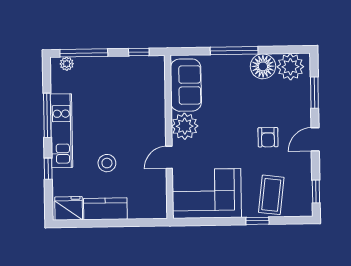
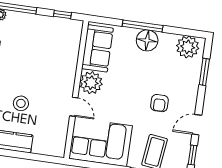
floor lamp: (263, 66) -> (147, 40), moved
door: (315, 139) -> (197, 125), moved
door: (169, 157) -> (74, 107), swing flipped

